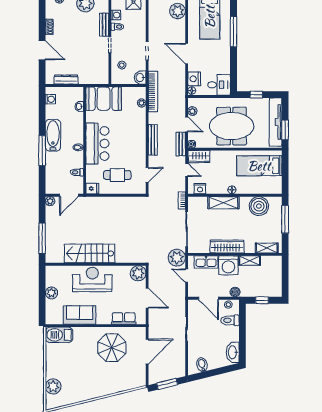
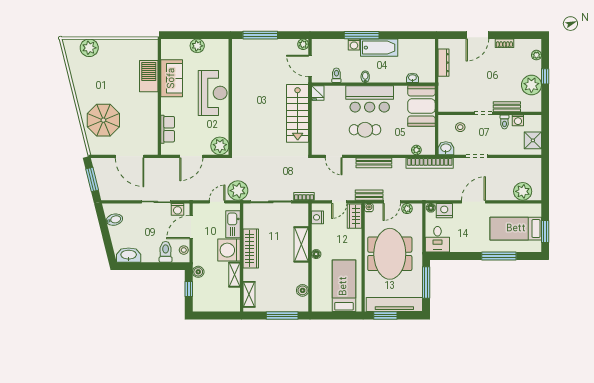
window: (256, 95) -> (426, 282), width x2.17
washing machine: (50, 99) -> (354, 45), moved
cafe table: (117, 175) -> (365, 130), moved, turned 90
boiler: (259, 206) -> (303, 290), width x0.54, depth x0.54
stairs: (90, 253) -> (298, 113), moved, turned 180
boiler: (235, 292) -> (198, 272), moved
washing machine: (193, 310) -> (178, 209), added
barbecue: (59, 335) -> (149, 76), moved
parasol: (112, 348) -> (103, 120), moved

